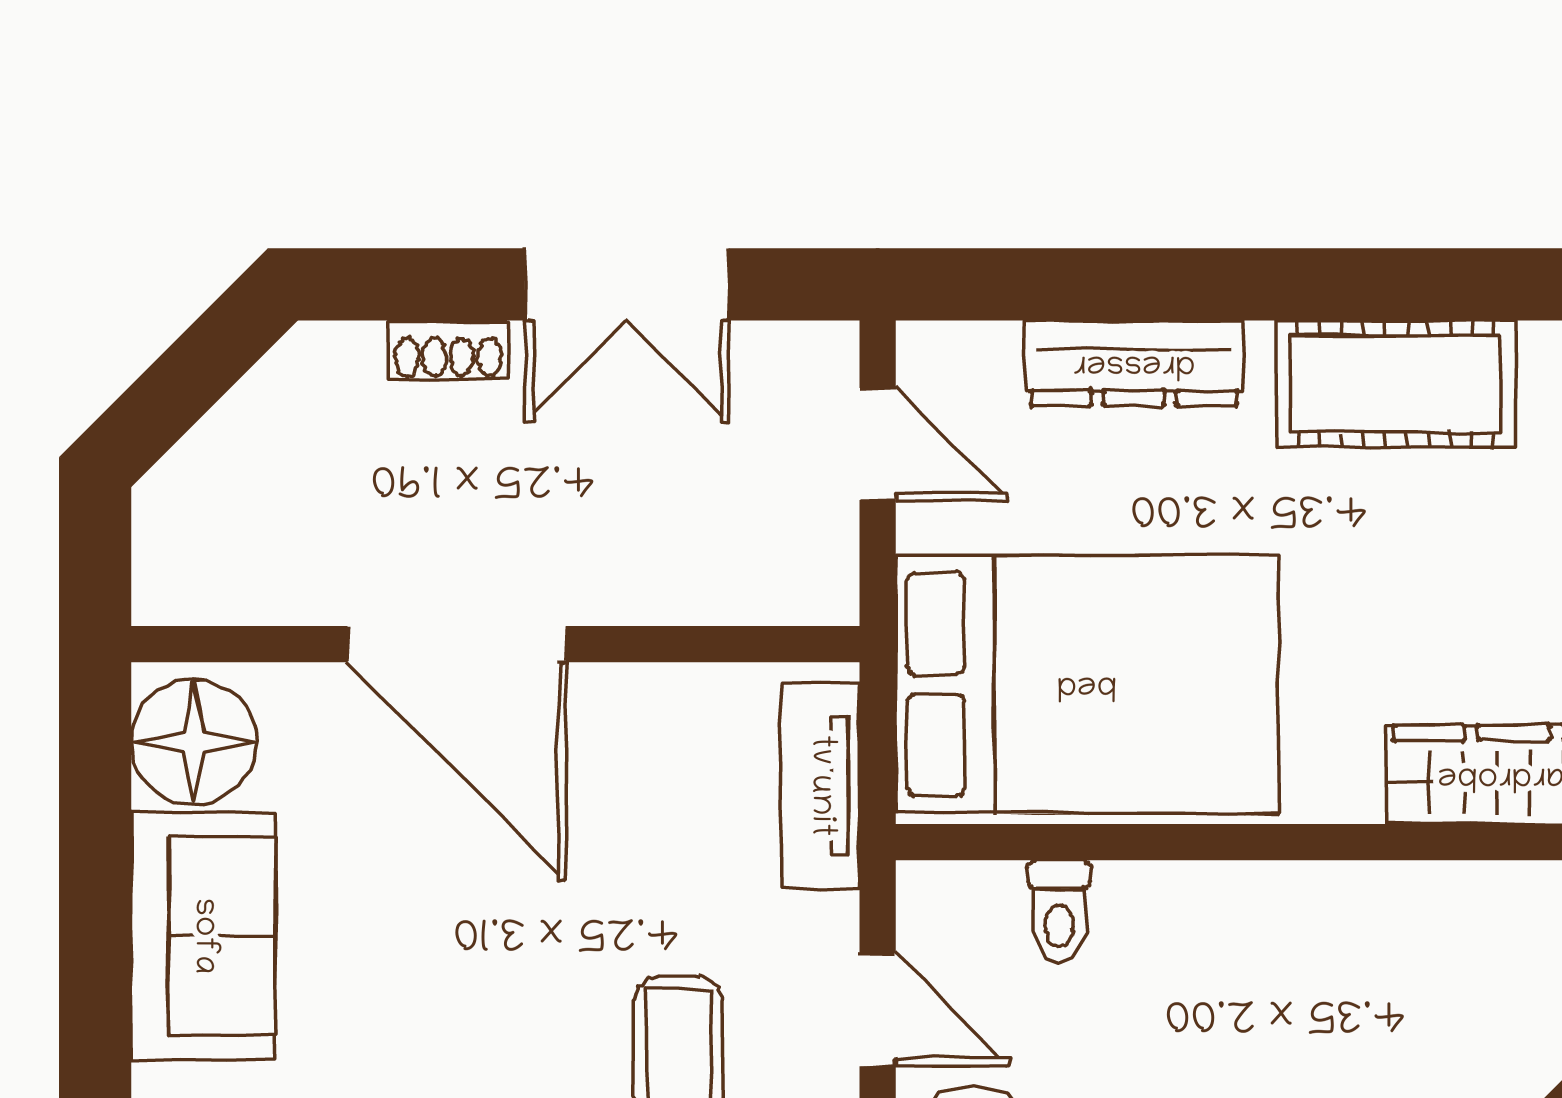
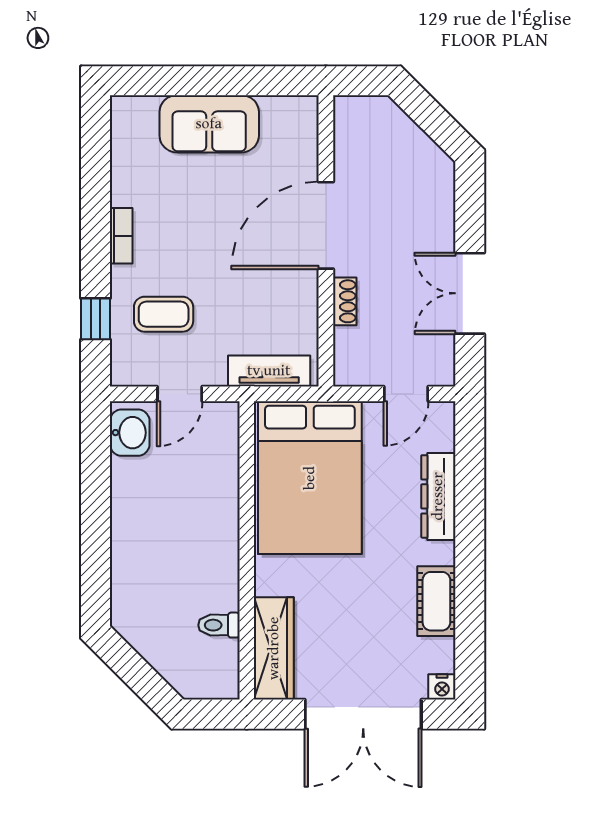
shoe rack: (448, 350) -> (345, 301), moved, turned 180
cot: (1396, 384) -> (436, 601), width x0.73, depth x0.75
floor lamp: (194, 742) -> (287, 120), removed
toilet: (1059, 912) -> (219, 625), moved

